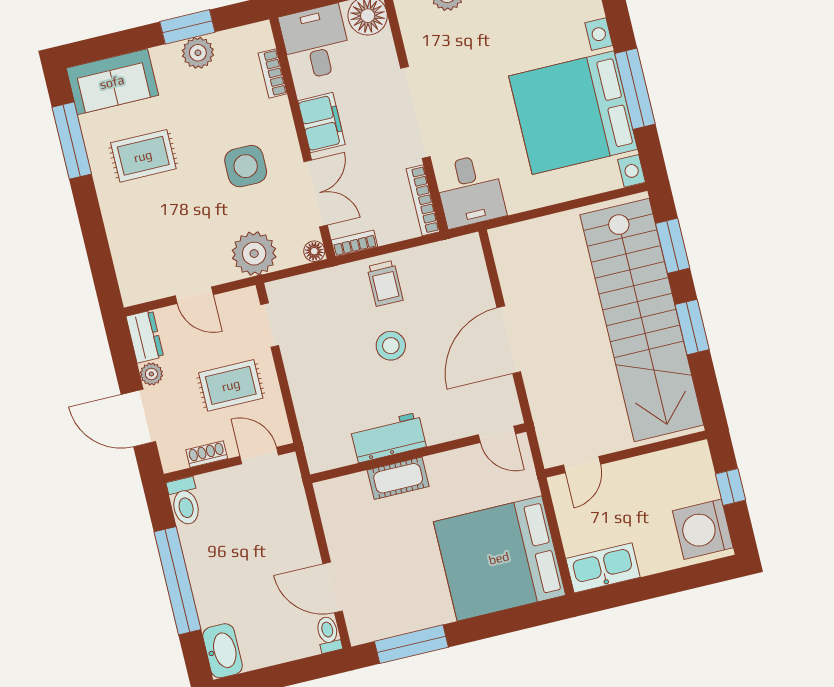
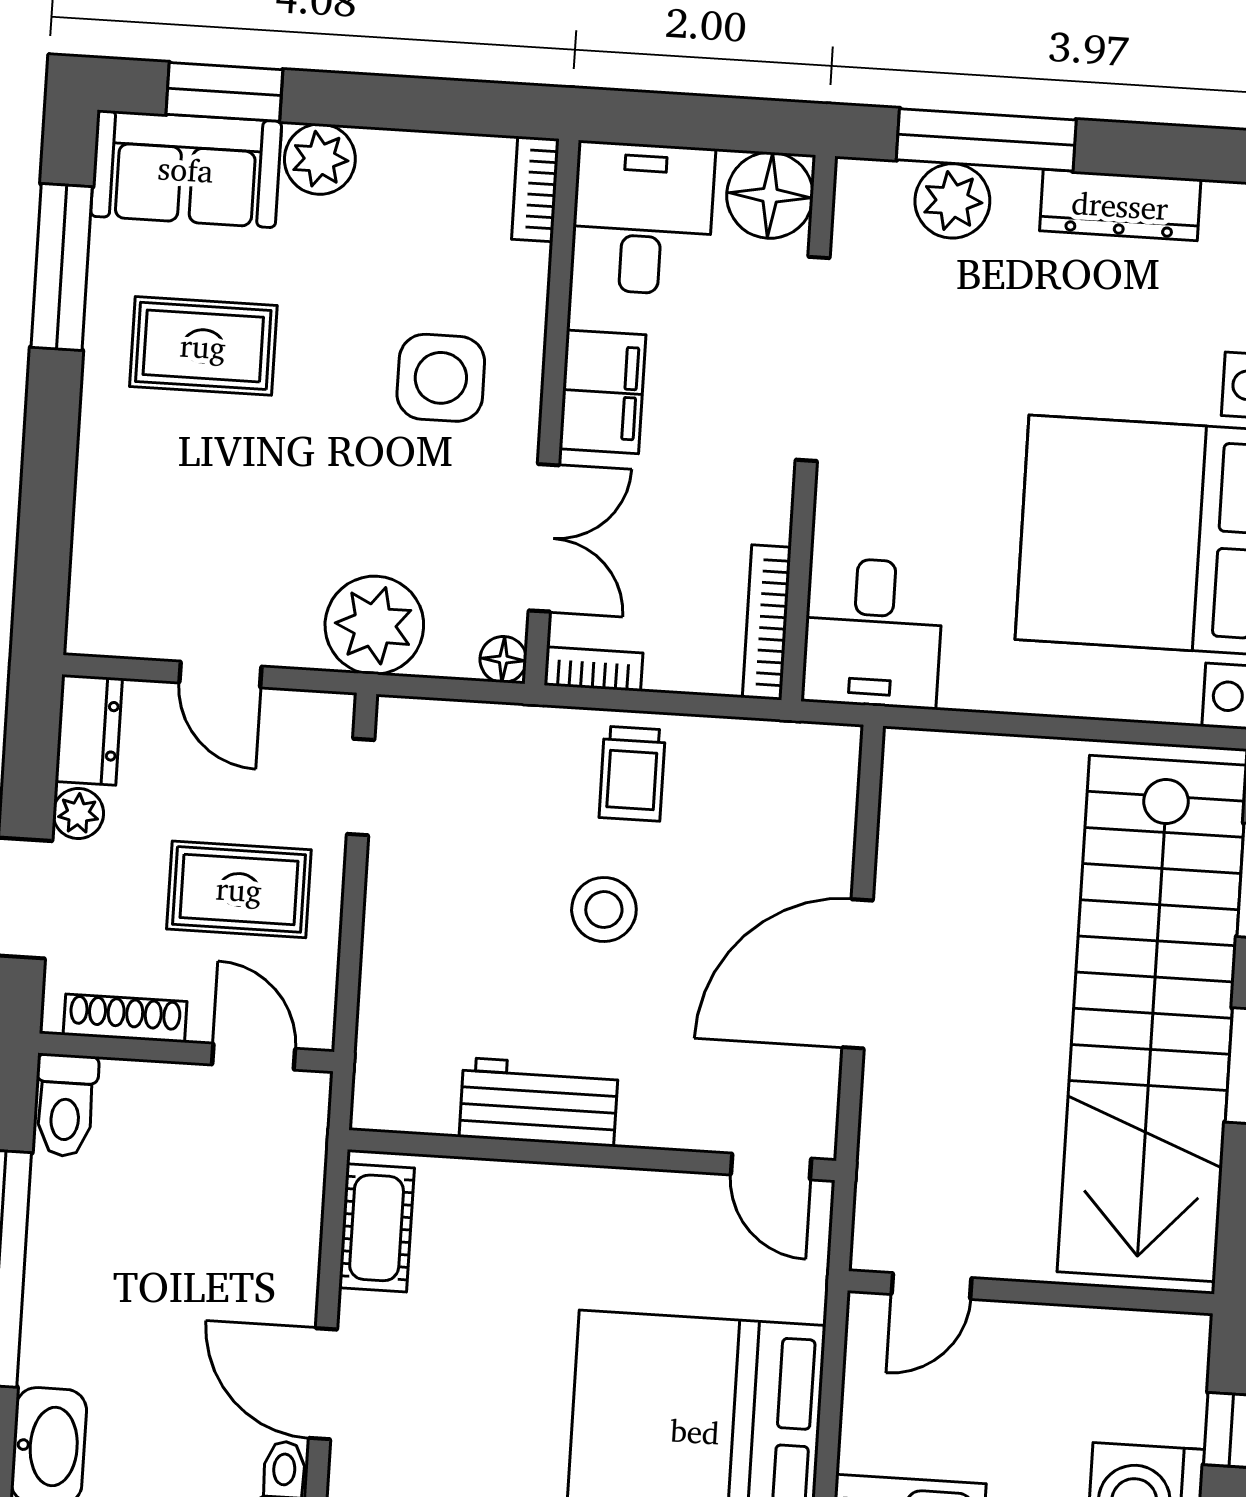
window: (187, 27) -> (224, 92), moved
plant: (198, 53) -> (320, 159), moved
bookcase: (273, 73) -> (535, 189), moved
doorway: (415, 112) -> (813, 359), moved
side table: (246, 166) -> (441, 378), moved
shoe rack: (207, 454) -> (125, 1018), width x1.43
cot: (398, 478) -> (377, 1228), moved, turned 90

